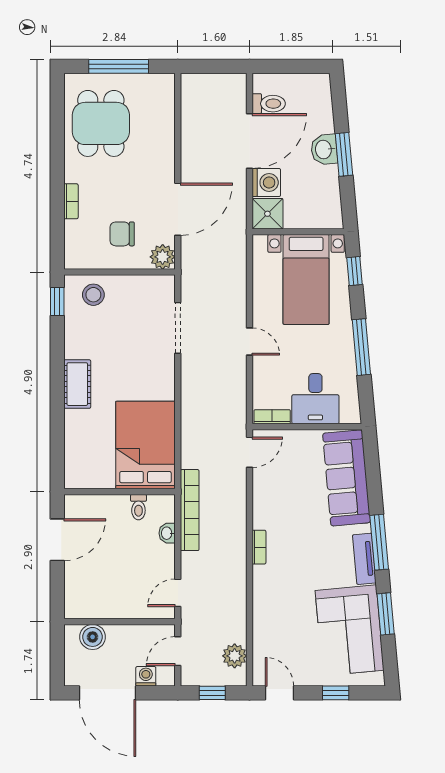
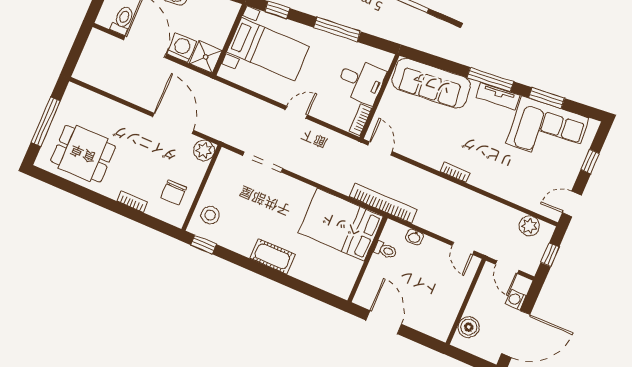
chair: (122, 234) -> (174, 193), moved
bookcase: (190, 510) -> (383, 203), moved

